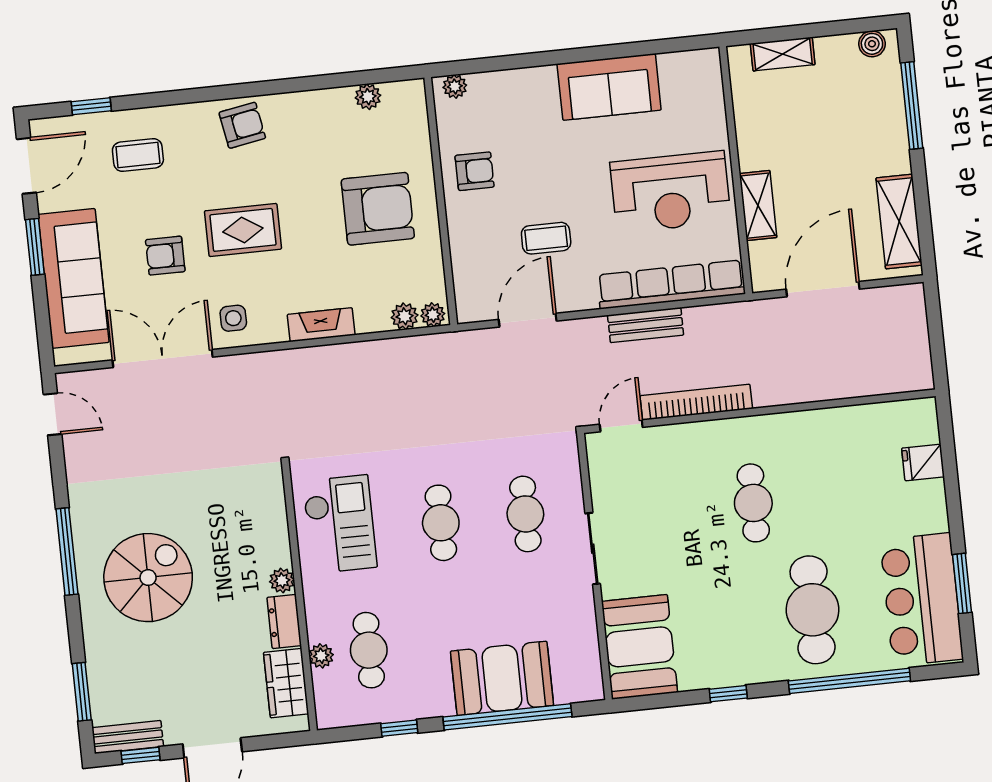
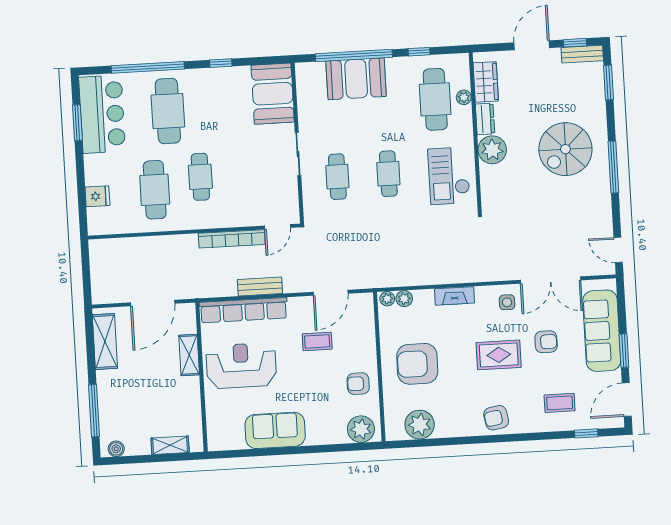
plant: (455, 86) -> (361, 429), width x1.88, depth x1.88
plant: (368, 97) -> (420, 425), width x1.88, depth x1.88
cafe table: (828, 478) -> (155, 190), added
plant: (282, 580) -> (492, 150), width x1.88, depth x1.88
cafe table: (369, 650) -> (435, 99), width x1.37, depth x1.35

